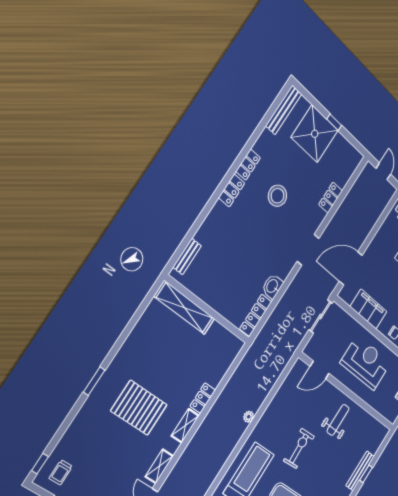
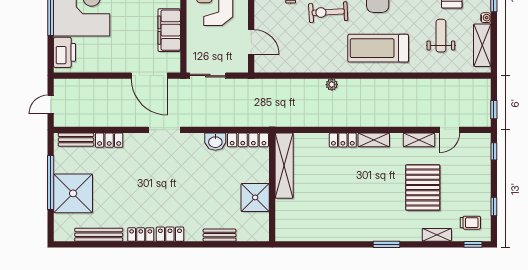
bench: (284, 110) -> (99, 235), moved
window: (334, 122) -> (51, 182), width x3.17
bench: (348, 170) -> (76, 140), added
stool: (277, 196) -> (144, 191), removed
bench: (187, 256) -> (220, 235), moved
shower: (210, 288) -> (255, 197), added
shelving: (185, 308) -> (284, 166), moved
pallet: (139, 408) -> (423, 188), moved
shelving: (71, 434) -> (437, 235), added

